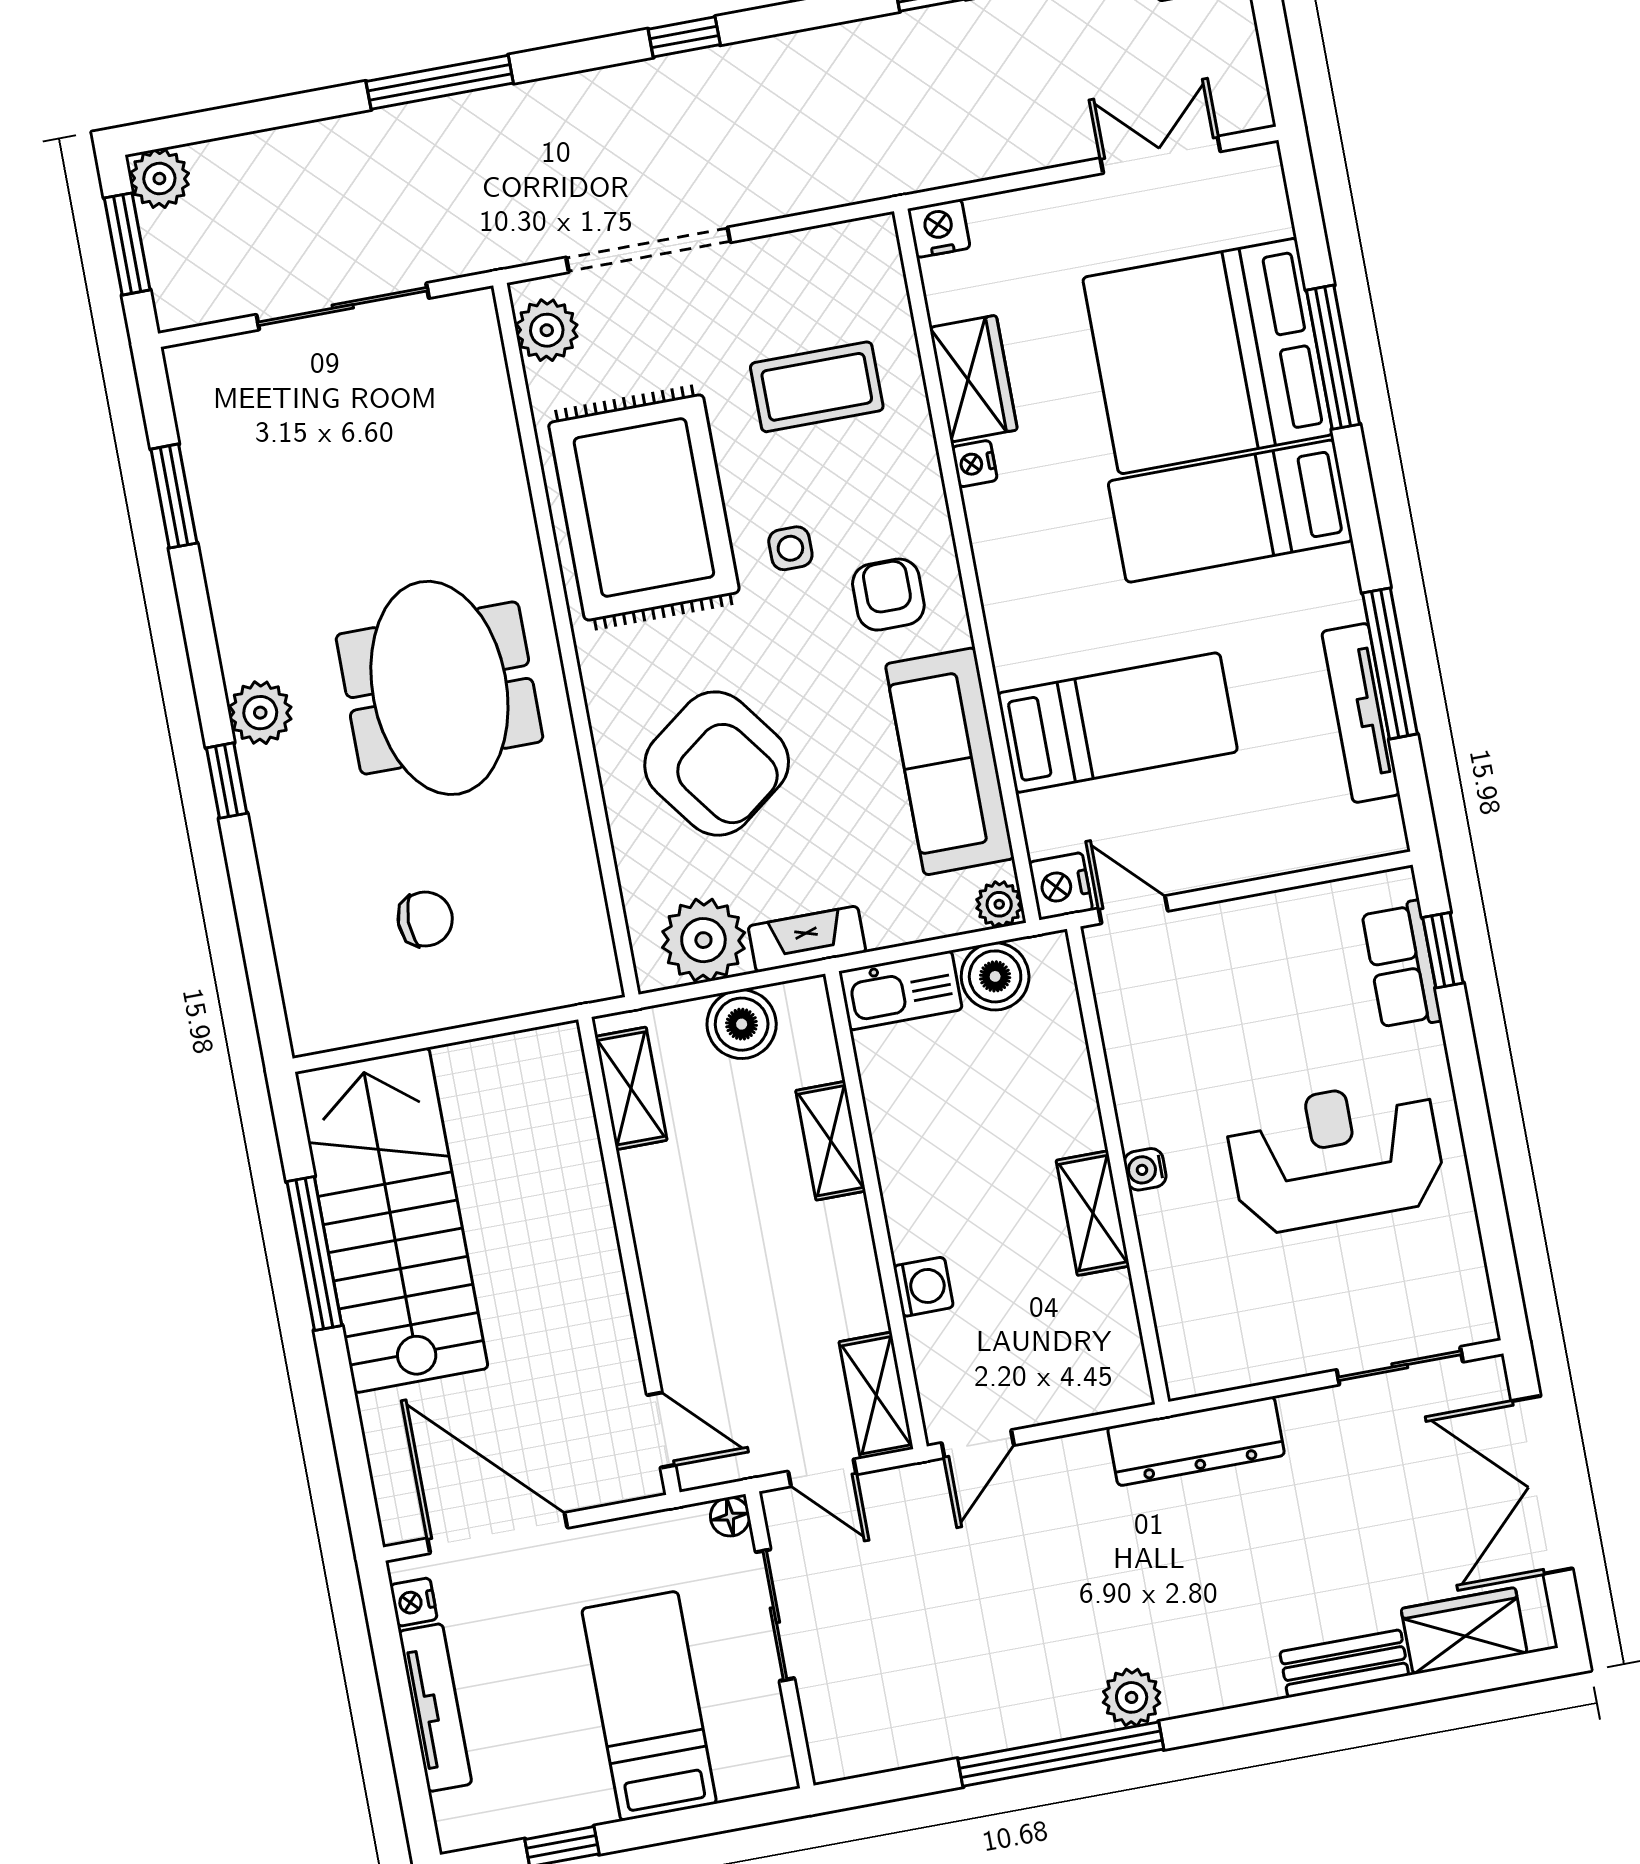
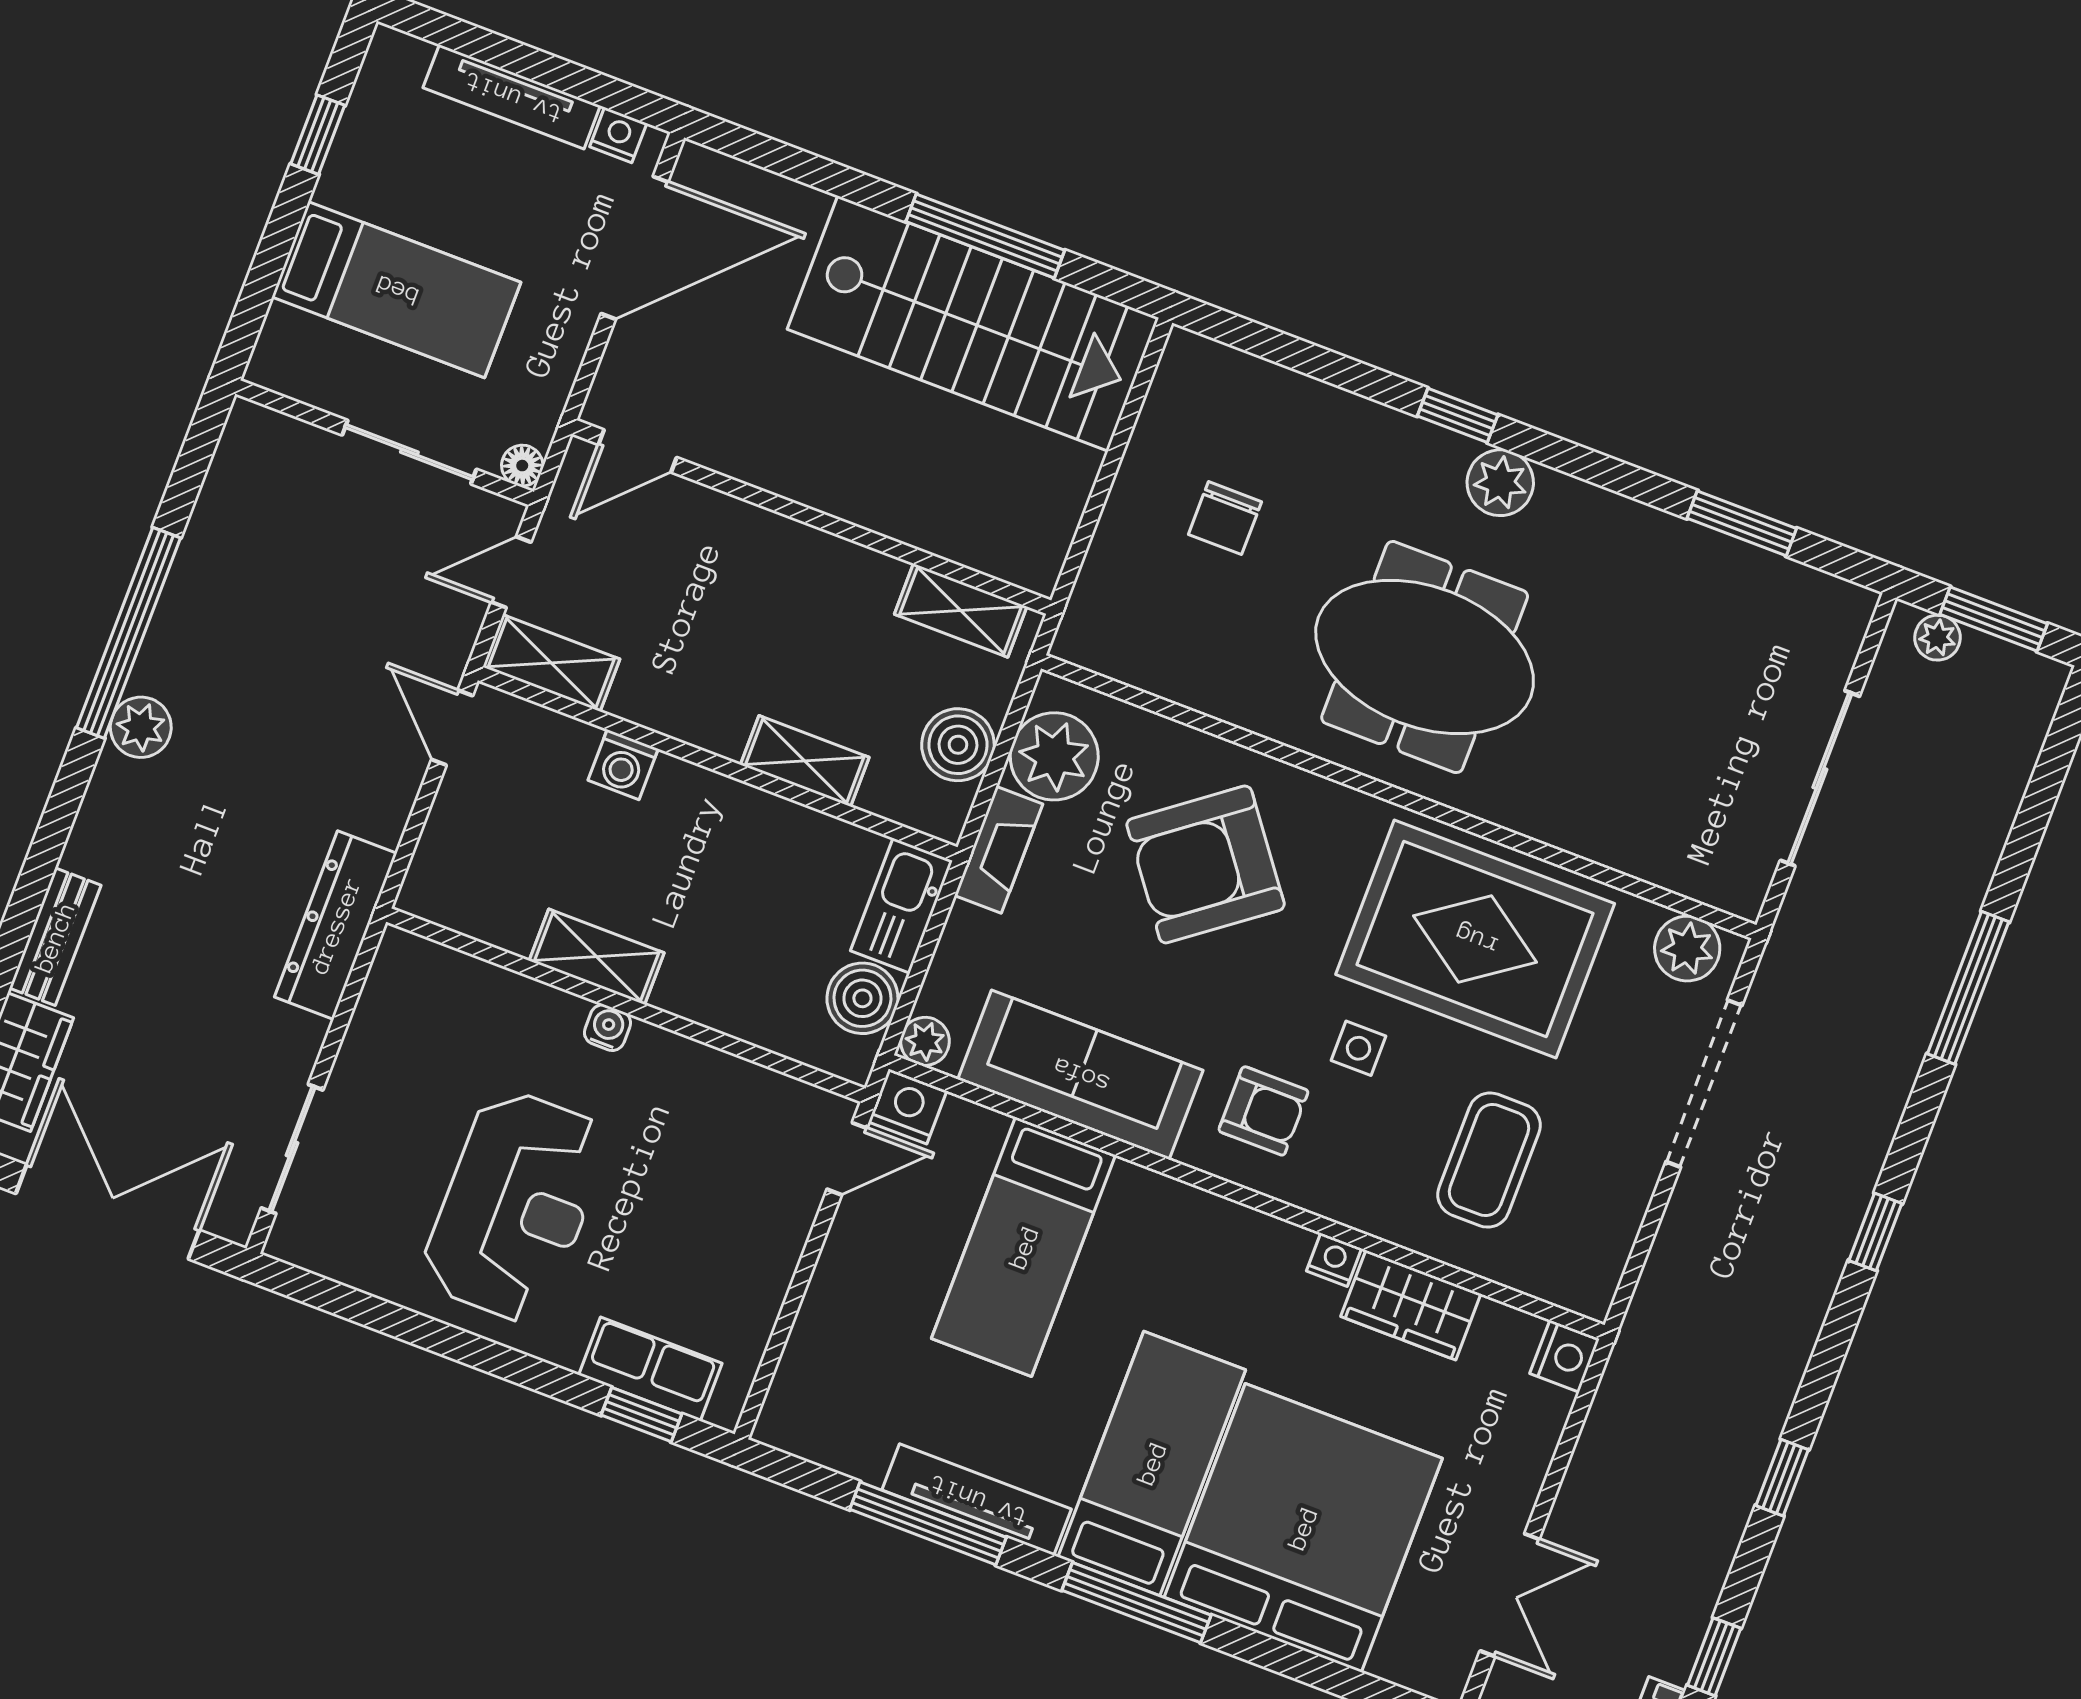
plant: (159, 179) -> (1937, 638), moved, width x0.73, depth x0.73
window: (1333, 357) -> (1137, 1603), moved
tv unit: (1361, 713) -> (977, 1500), moved

